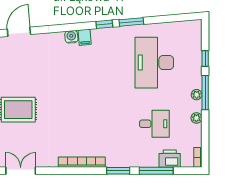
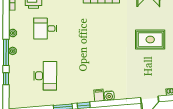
desk: (154, 63) -> (45, 76), width x0.73, depth x0.77

